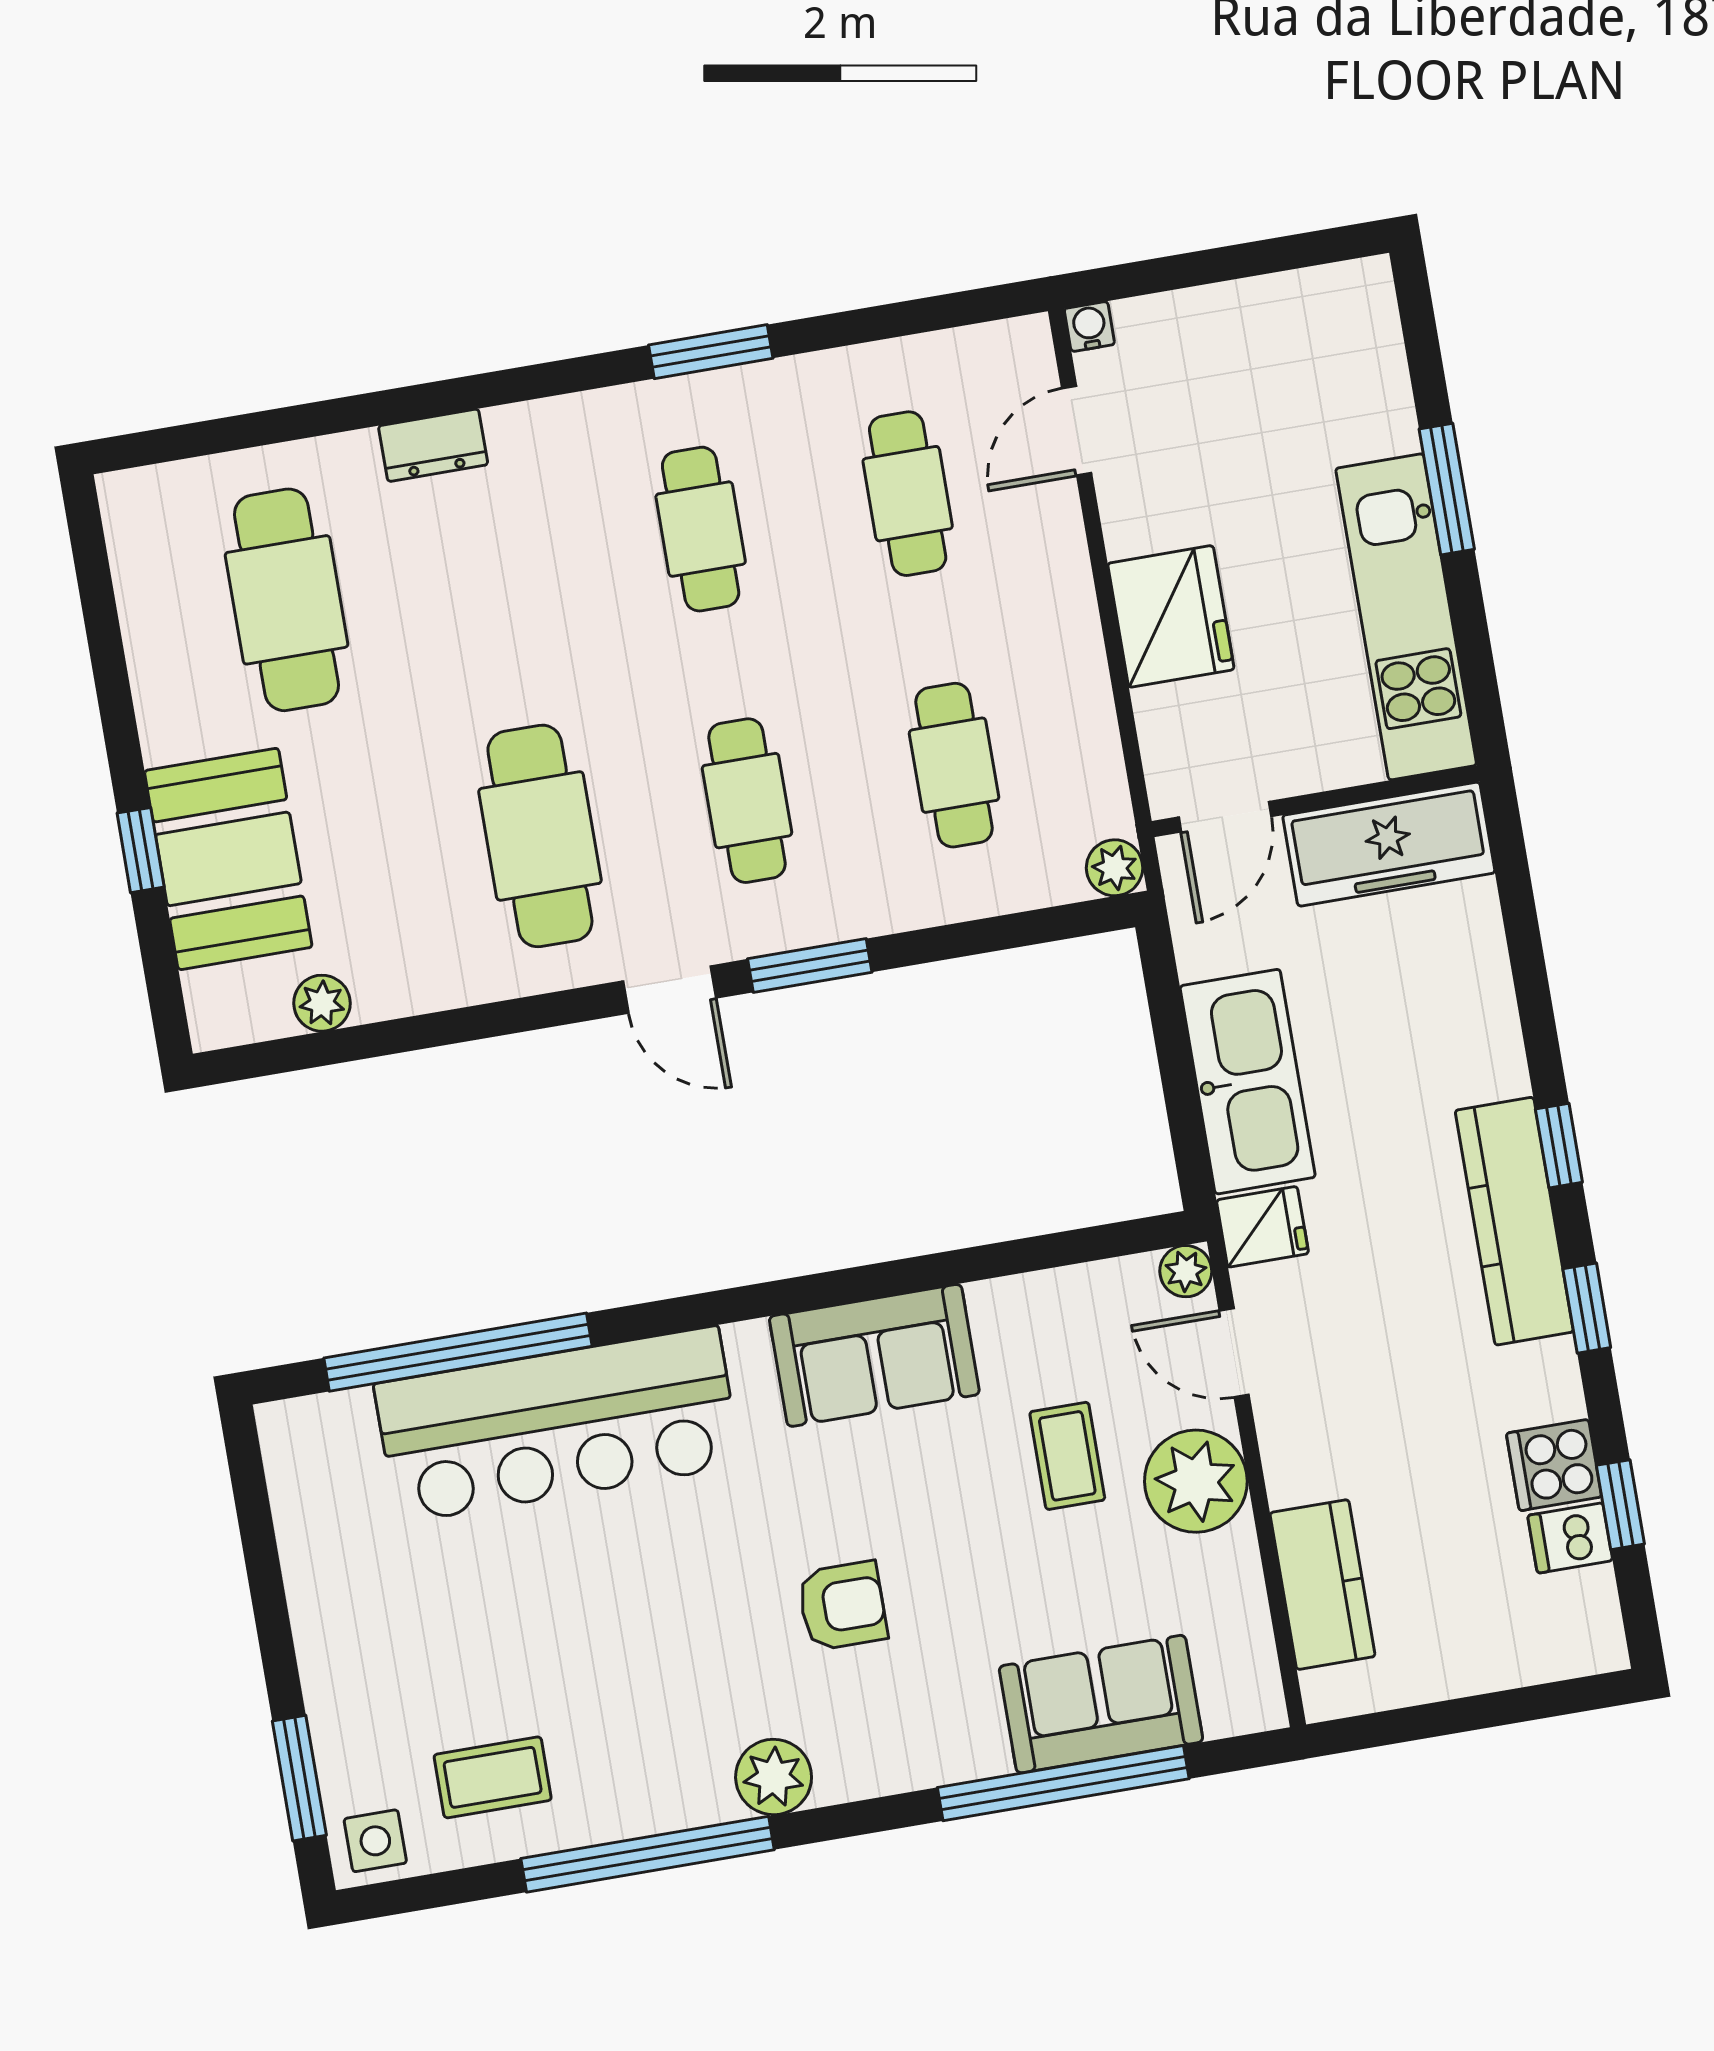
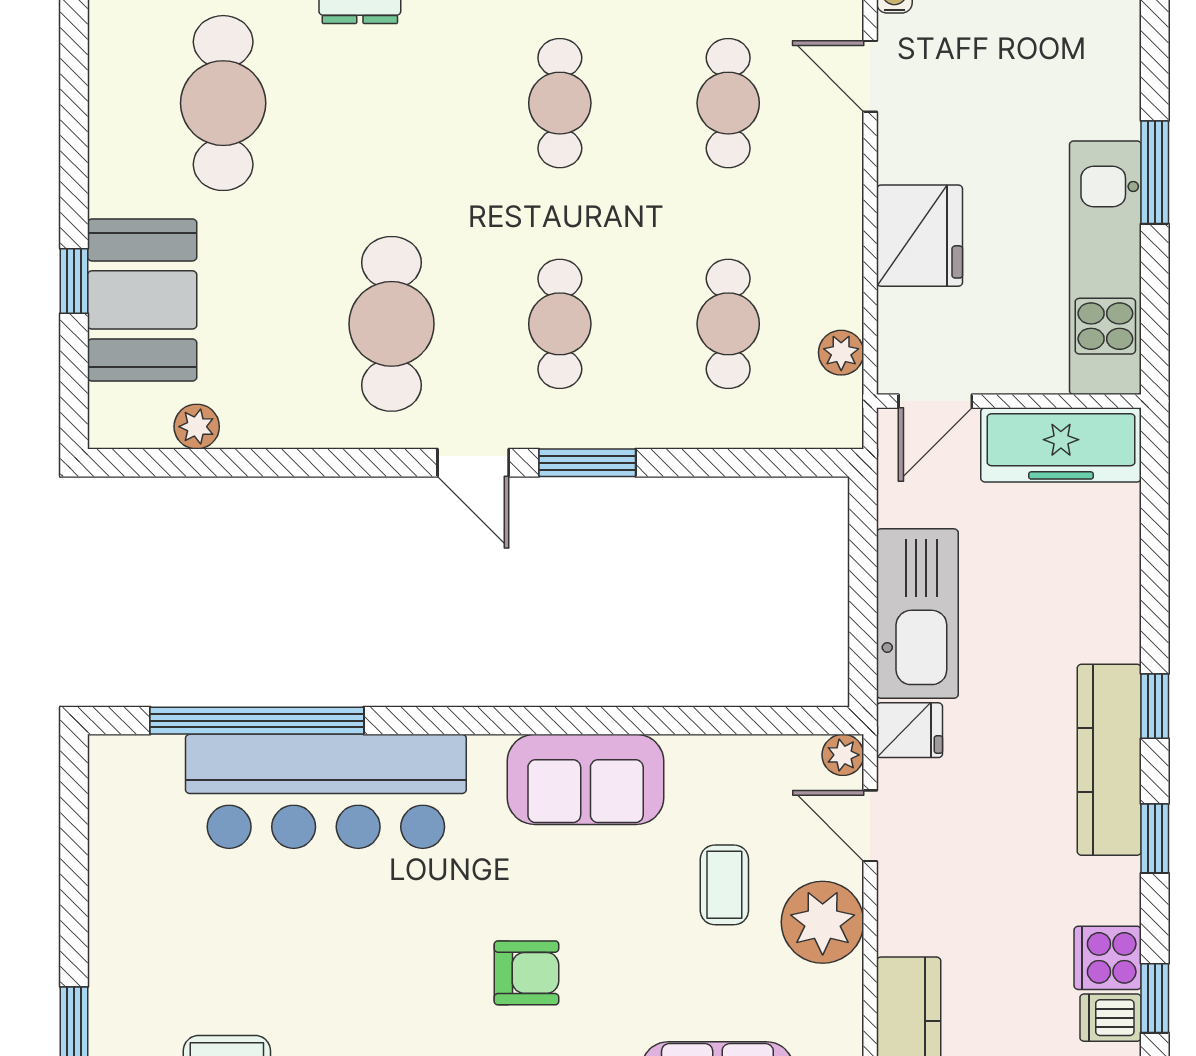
door: (1077, 431) -> (870, 76), hinge flipped
plant: (1115, 868) -> (841, 353), moved

